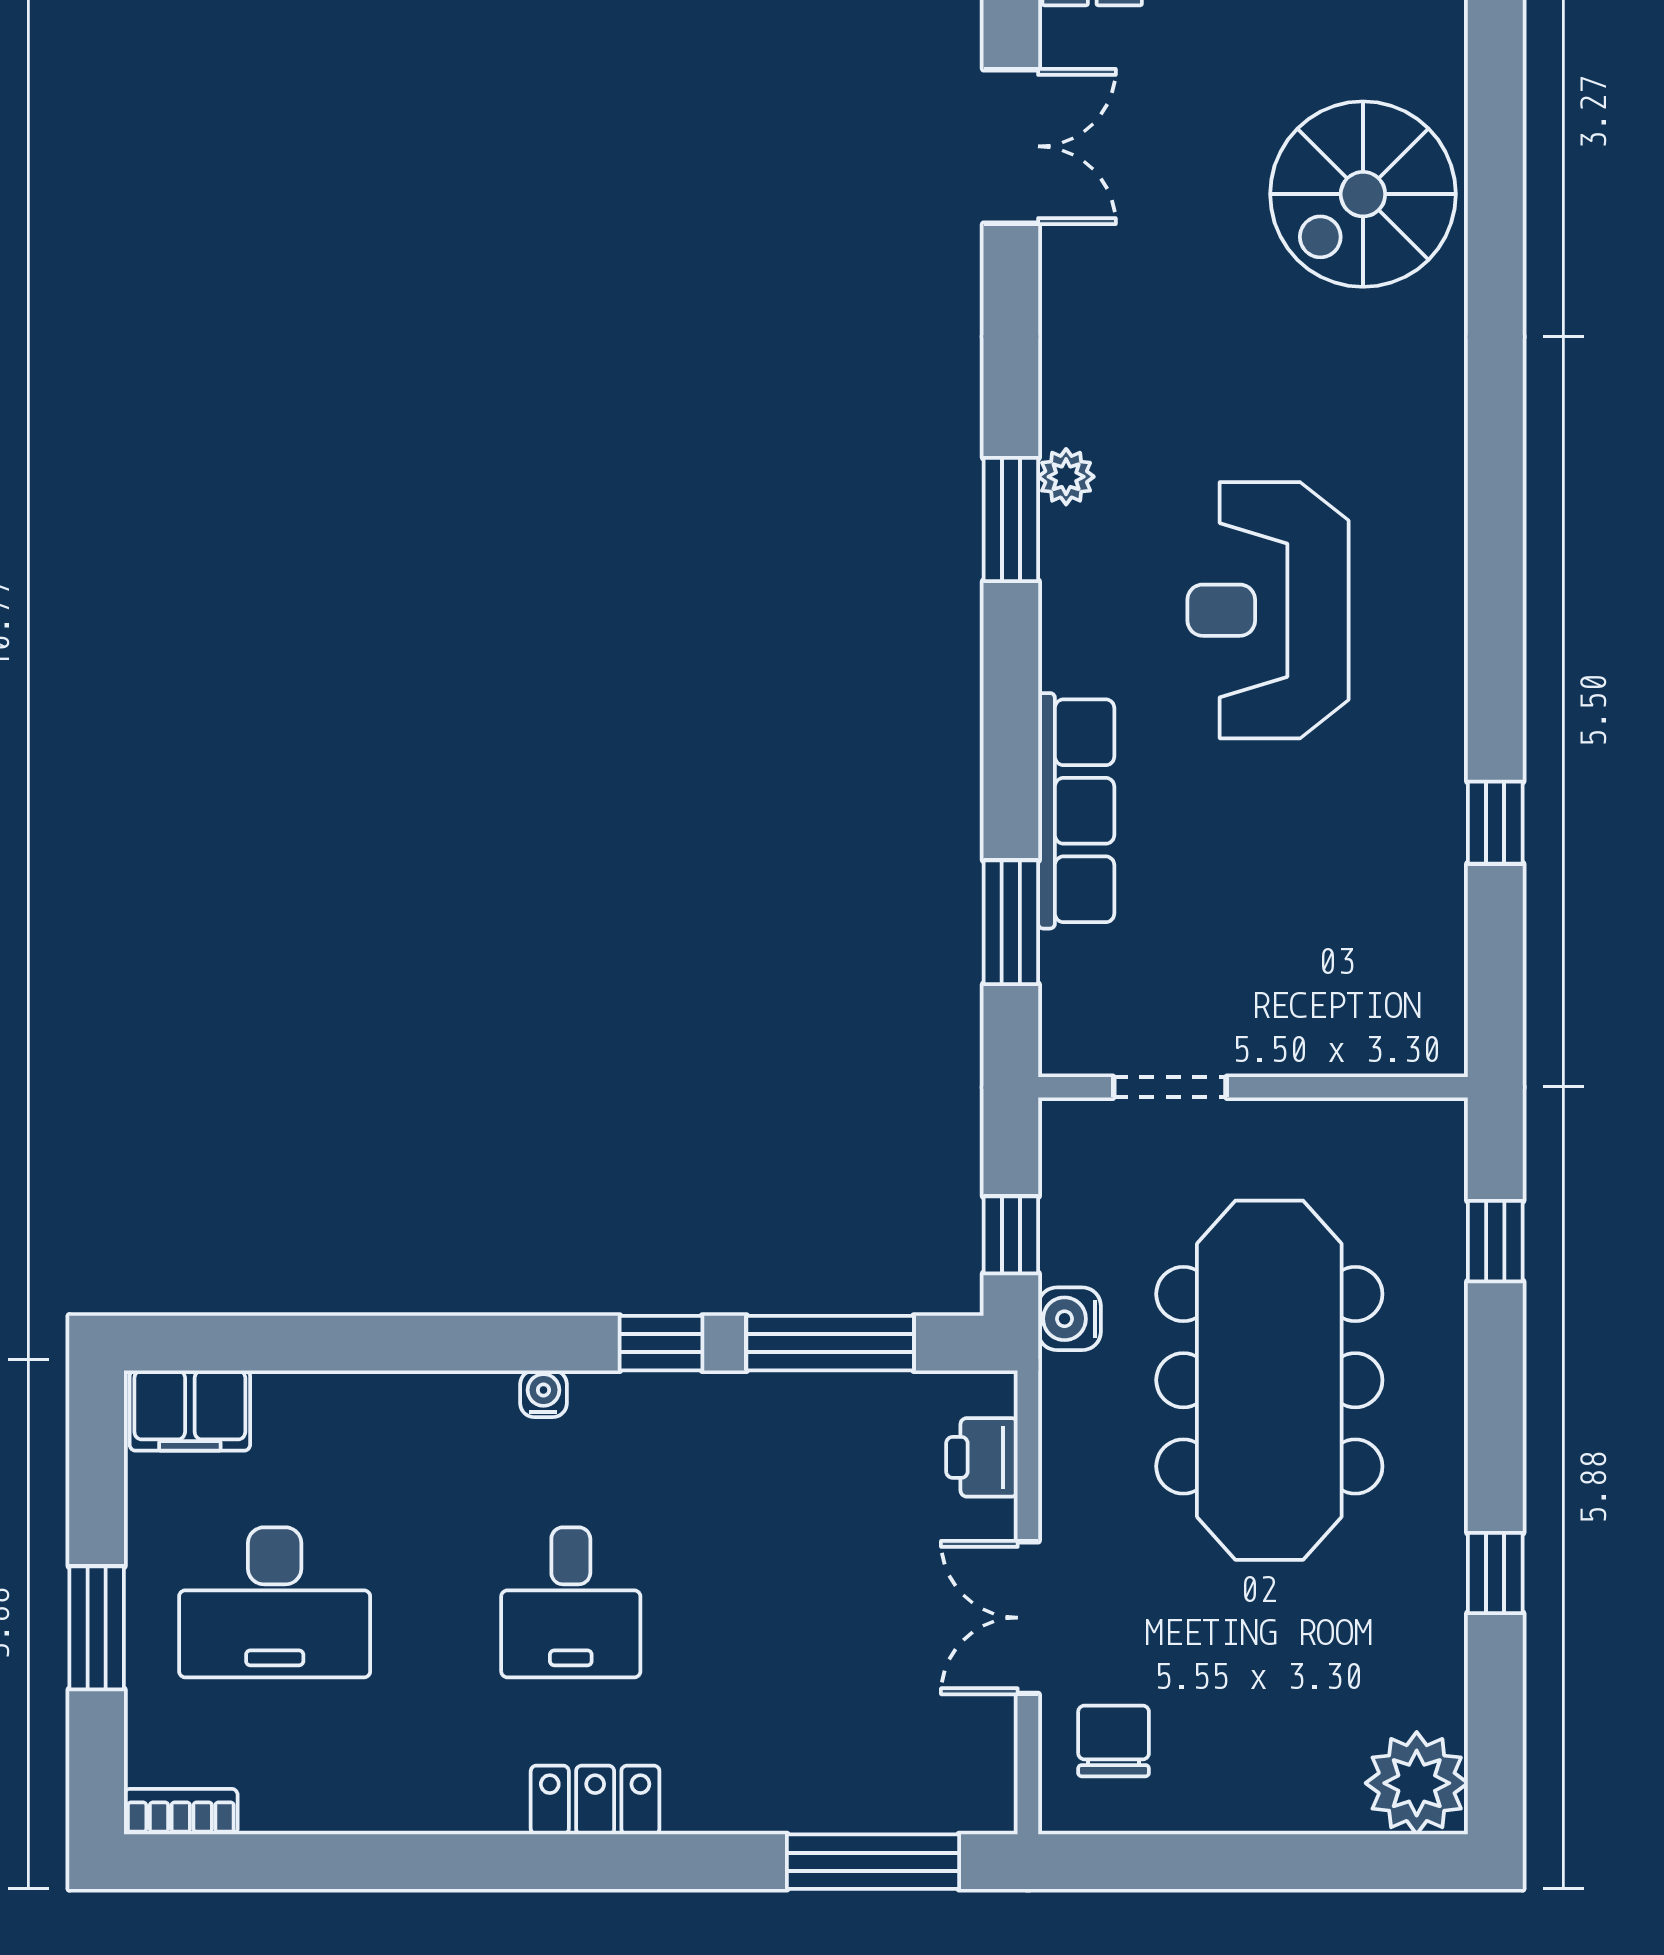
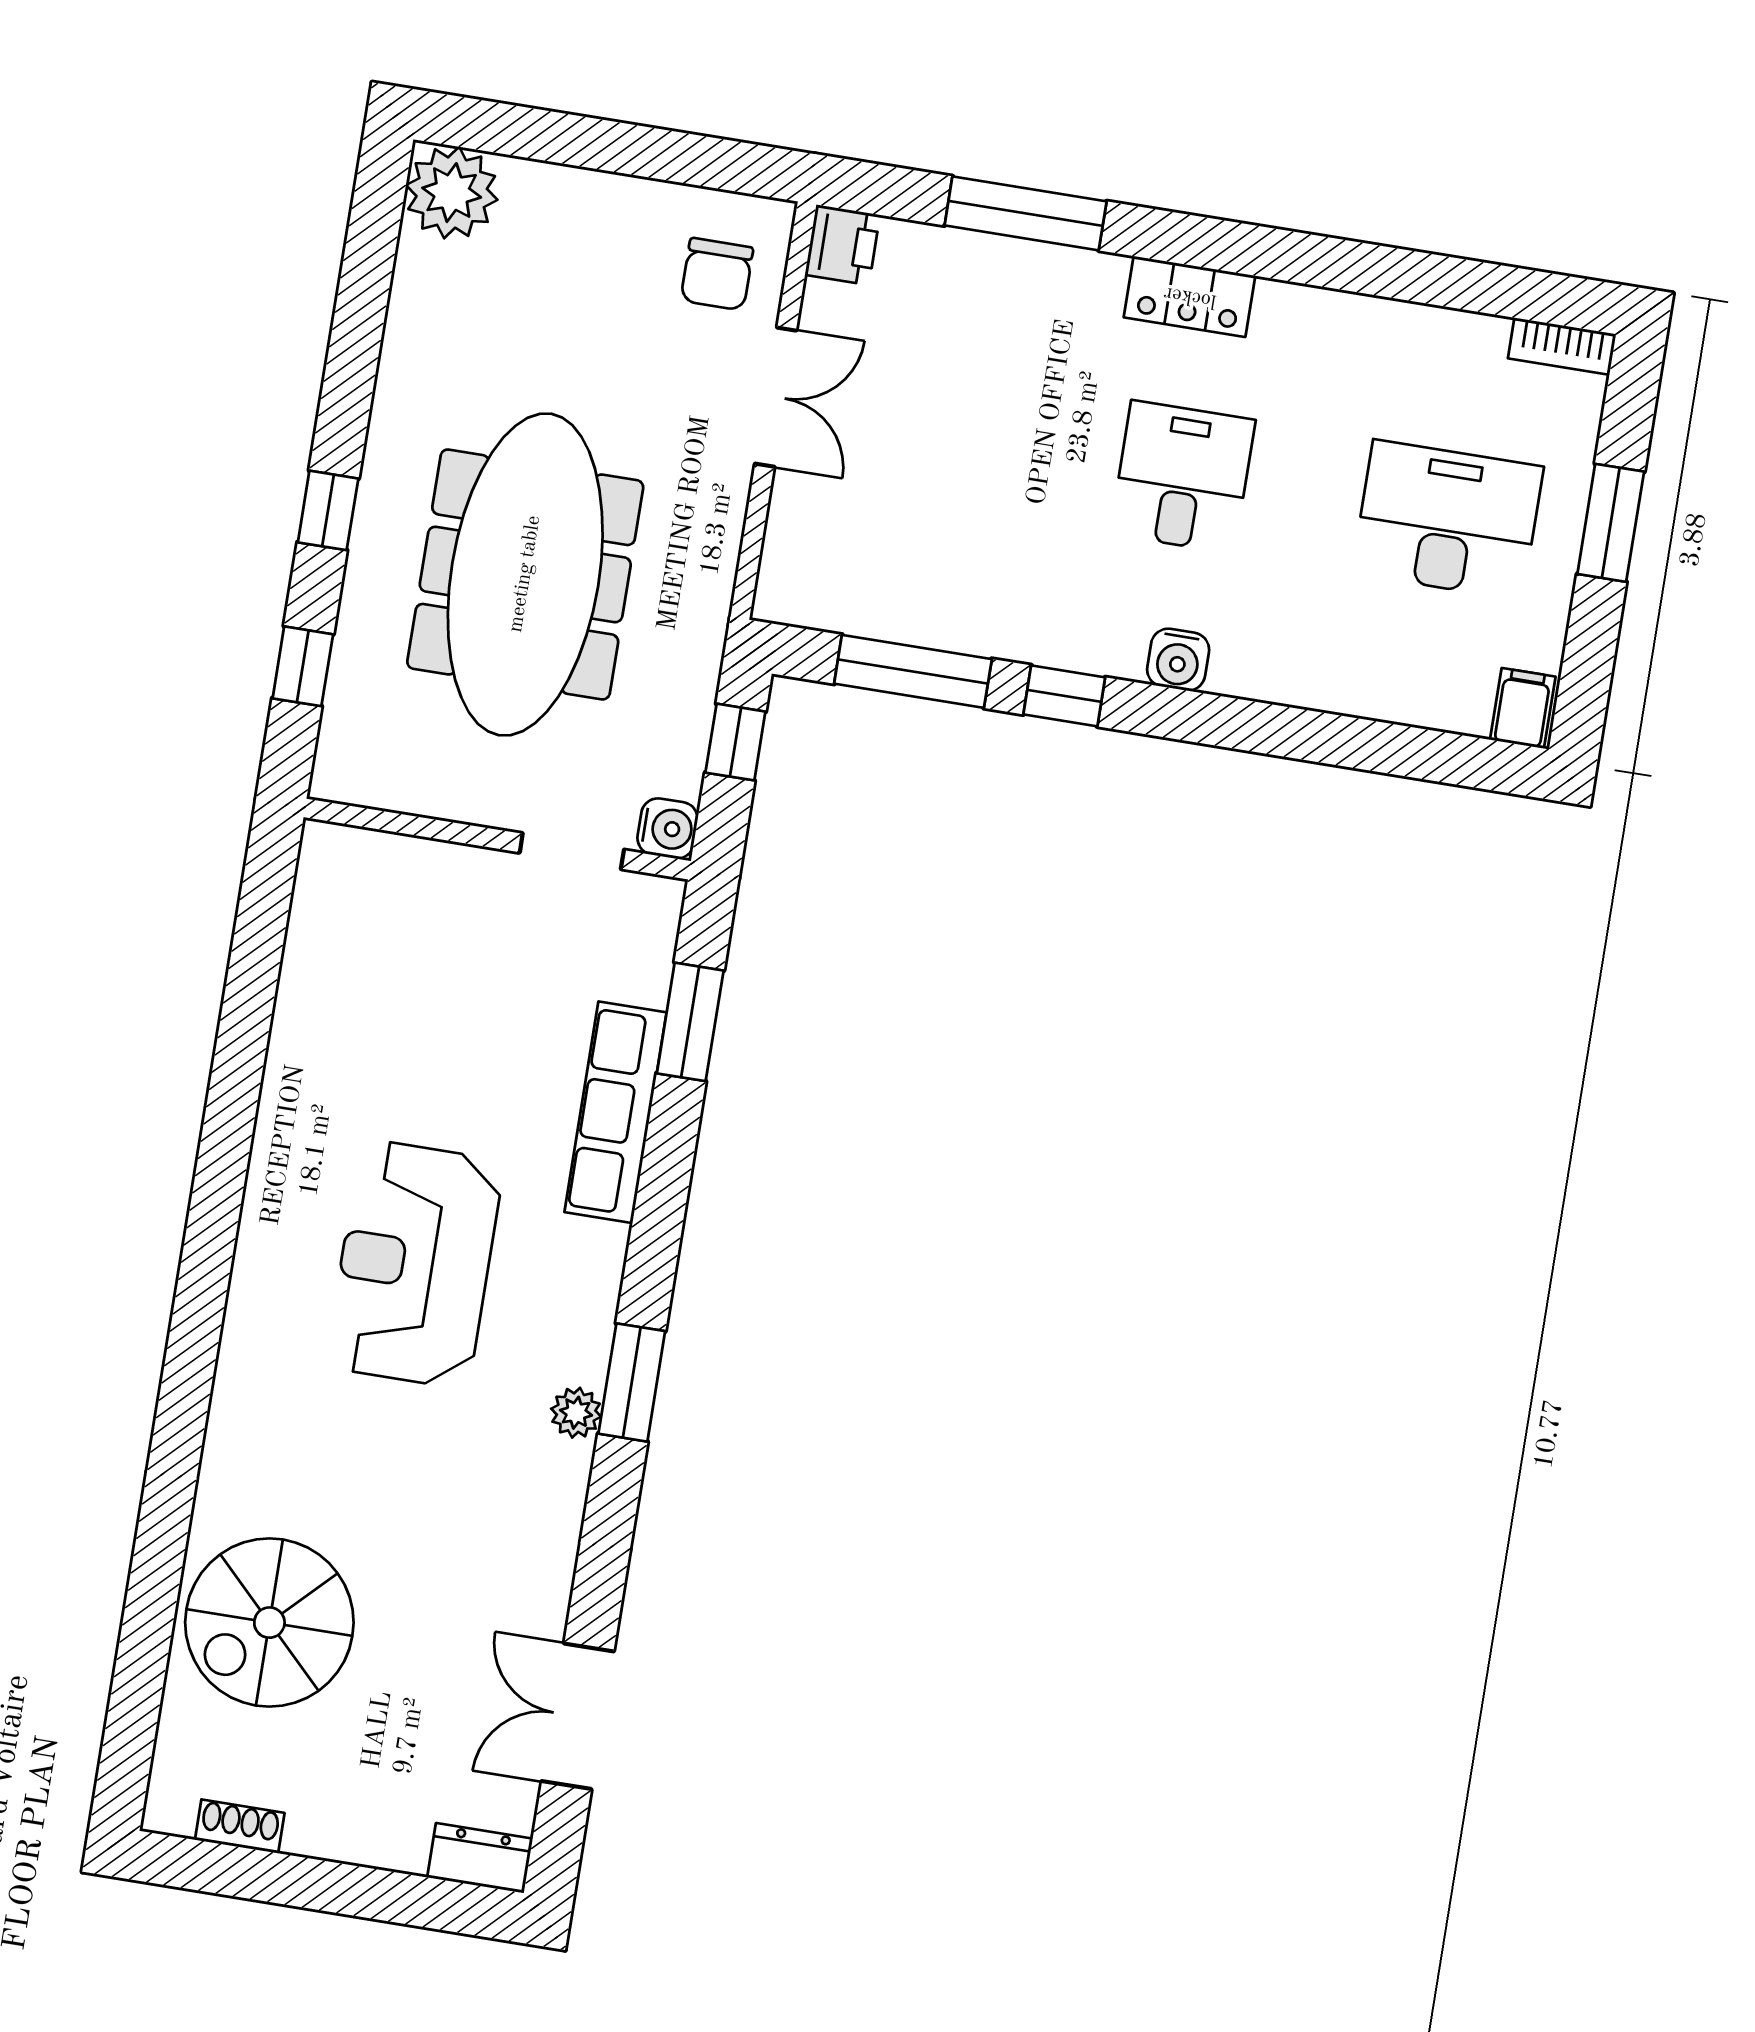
spiral stairs: (1363, 194) -> (269, 1623), turned 180
reception desk: (1268, 610) -> (415, 1264), turned 180
window: (1495, 823) -> (242, 1041), removed
water cooler: (1070, 1319) -> (668, 828), moved
water cooler: (543, 1394) -> (1178, 660), width x1.38, depth x1.38
filing cabinet: (190, 1411) -> (1523, 708), width x0.50
printer: (982, 1457) -> (843, 245), moved
window: (1495, 1573) -> (328, 510), moved
window: (873, 1862) -> (1026, 213), moved

